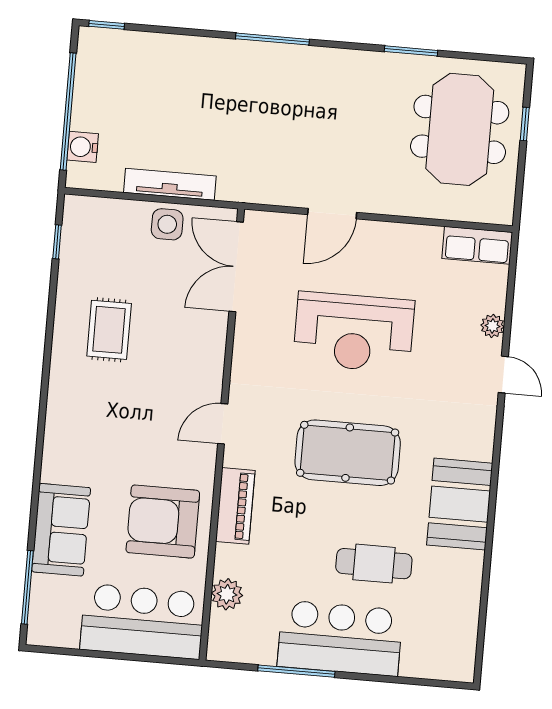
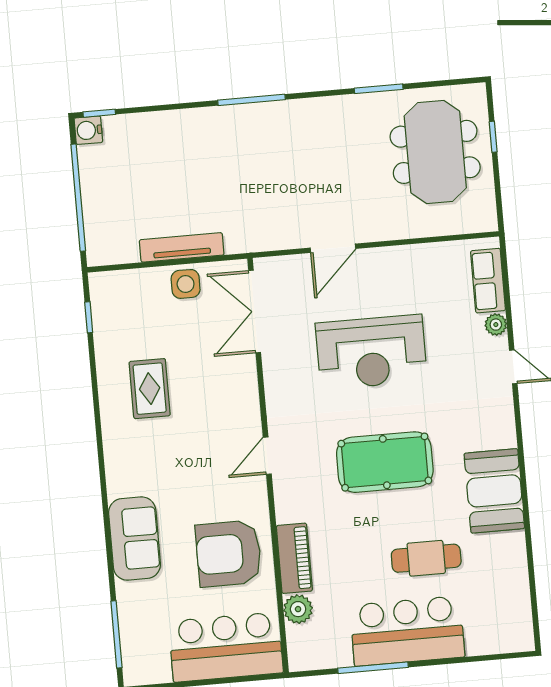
water cooler: (83, 147) -> (88, 130), moved
row of seats: (477, 245) -> (488, 281), moved, turned 90
piano: (235, 506) -> (294, 558), moved
sofa: (61, 530) -> (135, 539), moved

